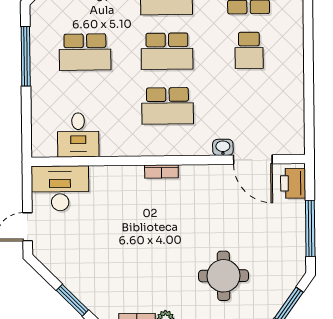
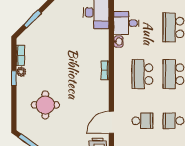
school desk: (250, 105) -> (142, 121), added
washbasin: (223, 147) -> (118, 42), moved

